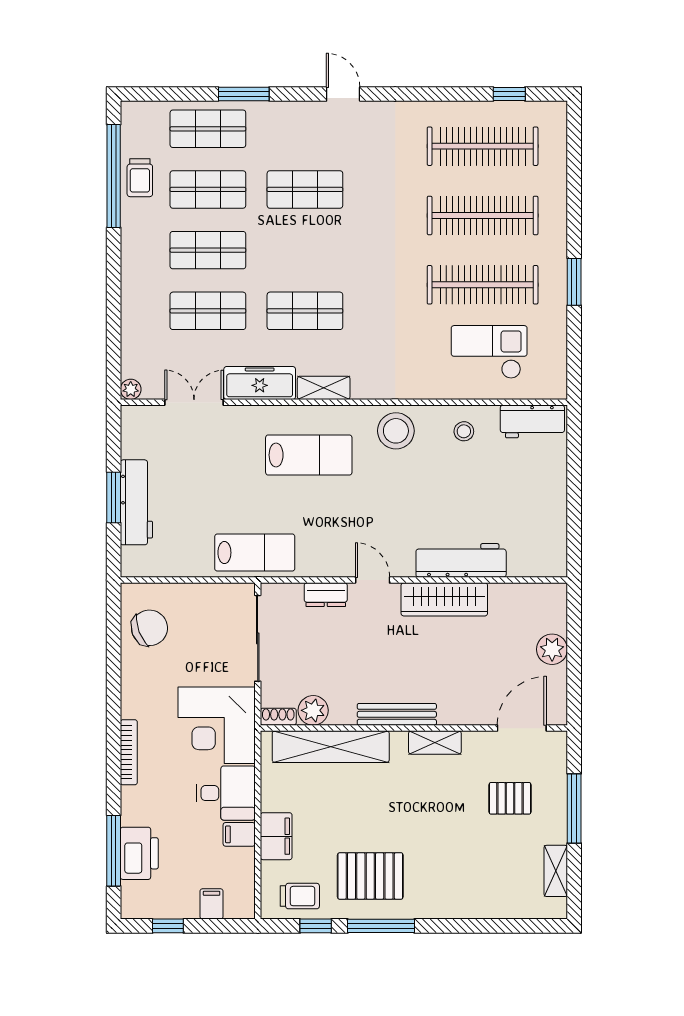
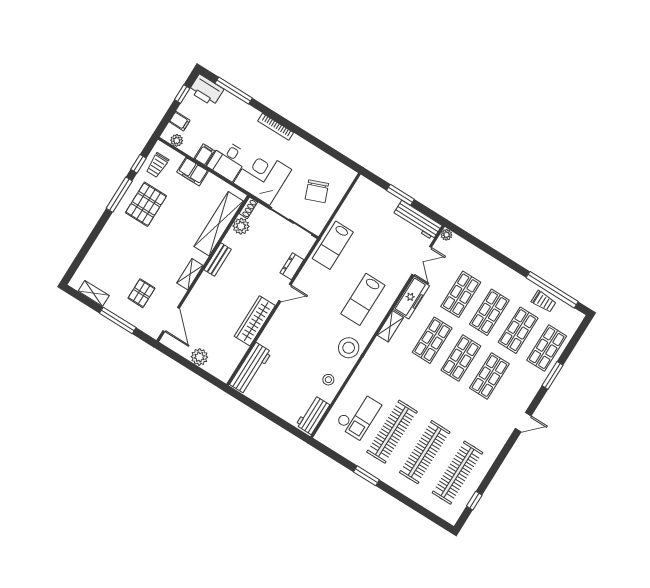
trolley: (140, 178) -> (544, 302), turned 180
shop shelf: (305, 250) -> (461, 358), added
workbench: (136, 502) -> (417, 220), moved
workbench: (461, 560) -> (251, 368), moved
chair: (149, 628) -> (317, 191), moved
bench: (397, 714) -> (218, 260), width x0.73
printer: (139, 853) -> (206, 90), moved
plant: (244, 890) -> (177, 140), added

